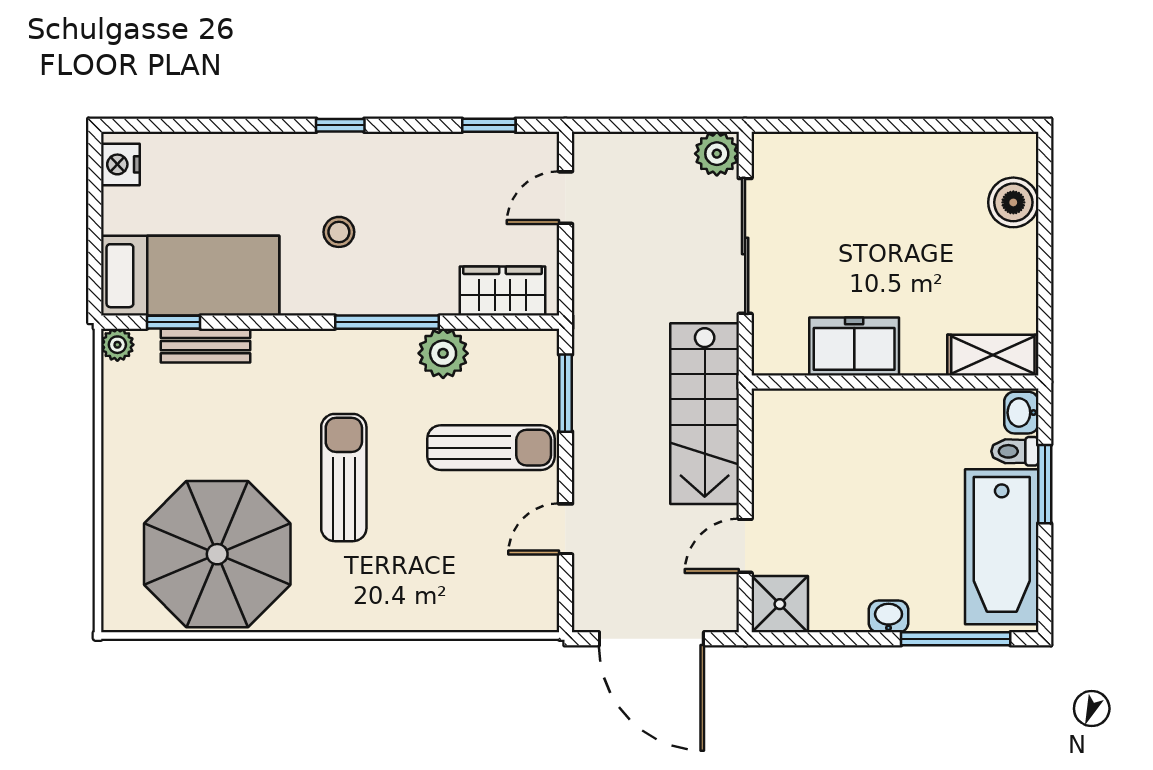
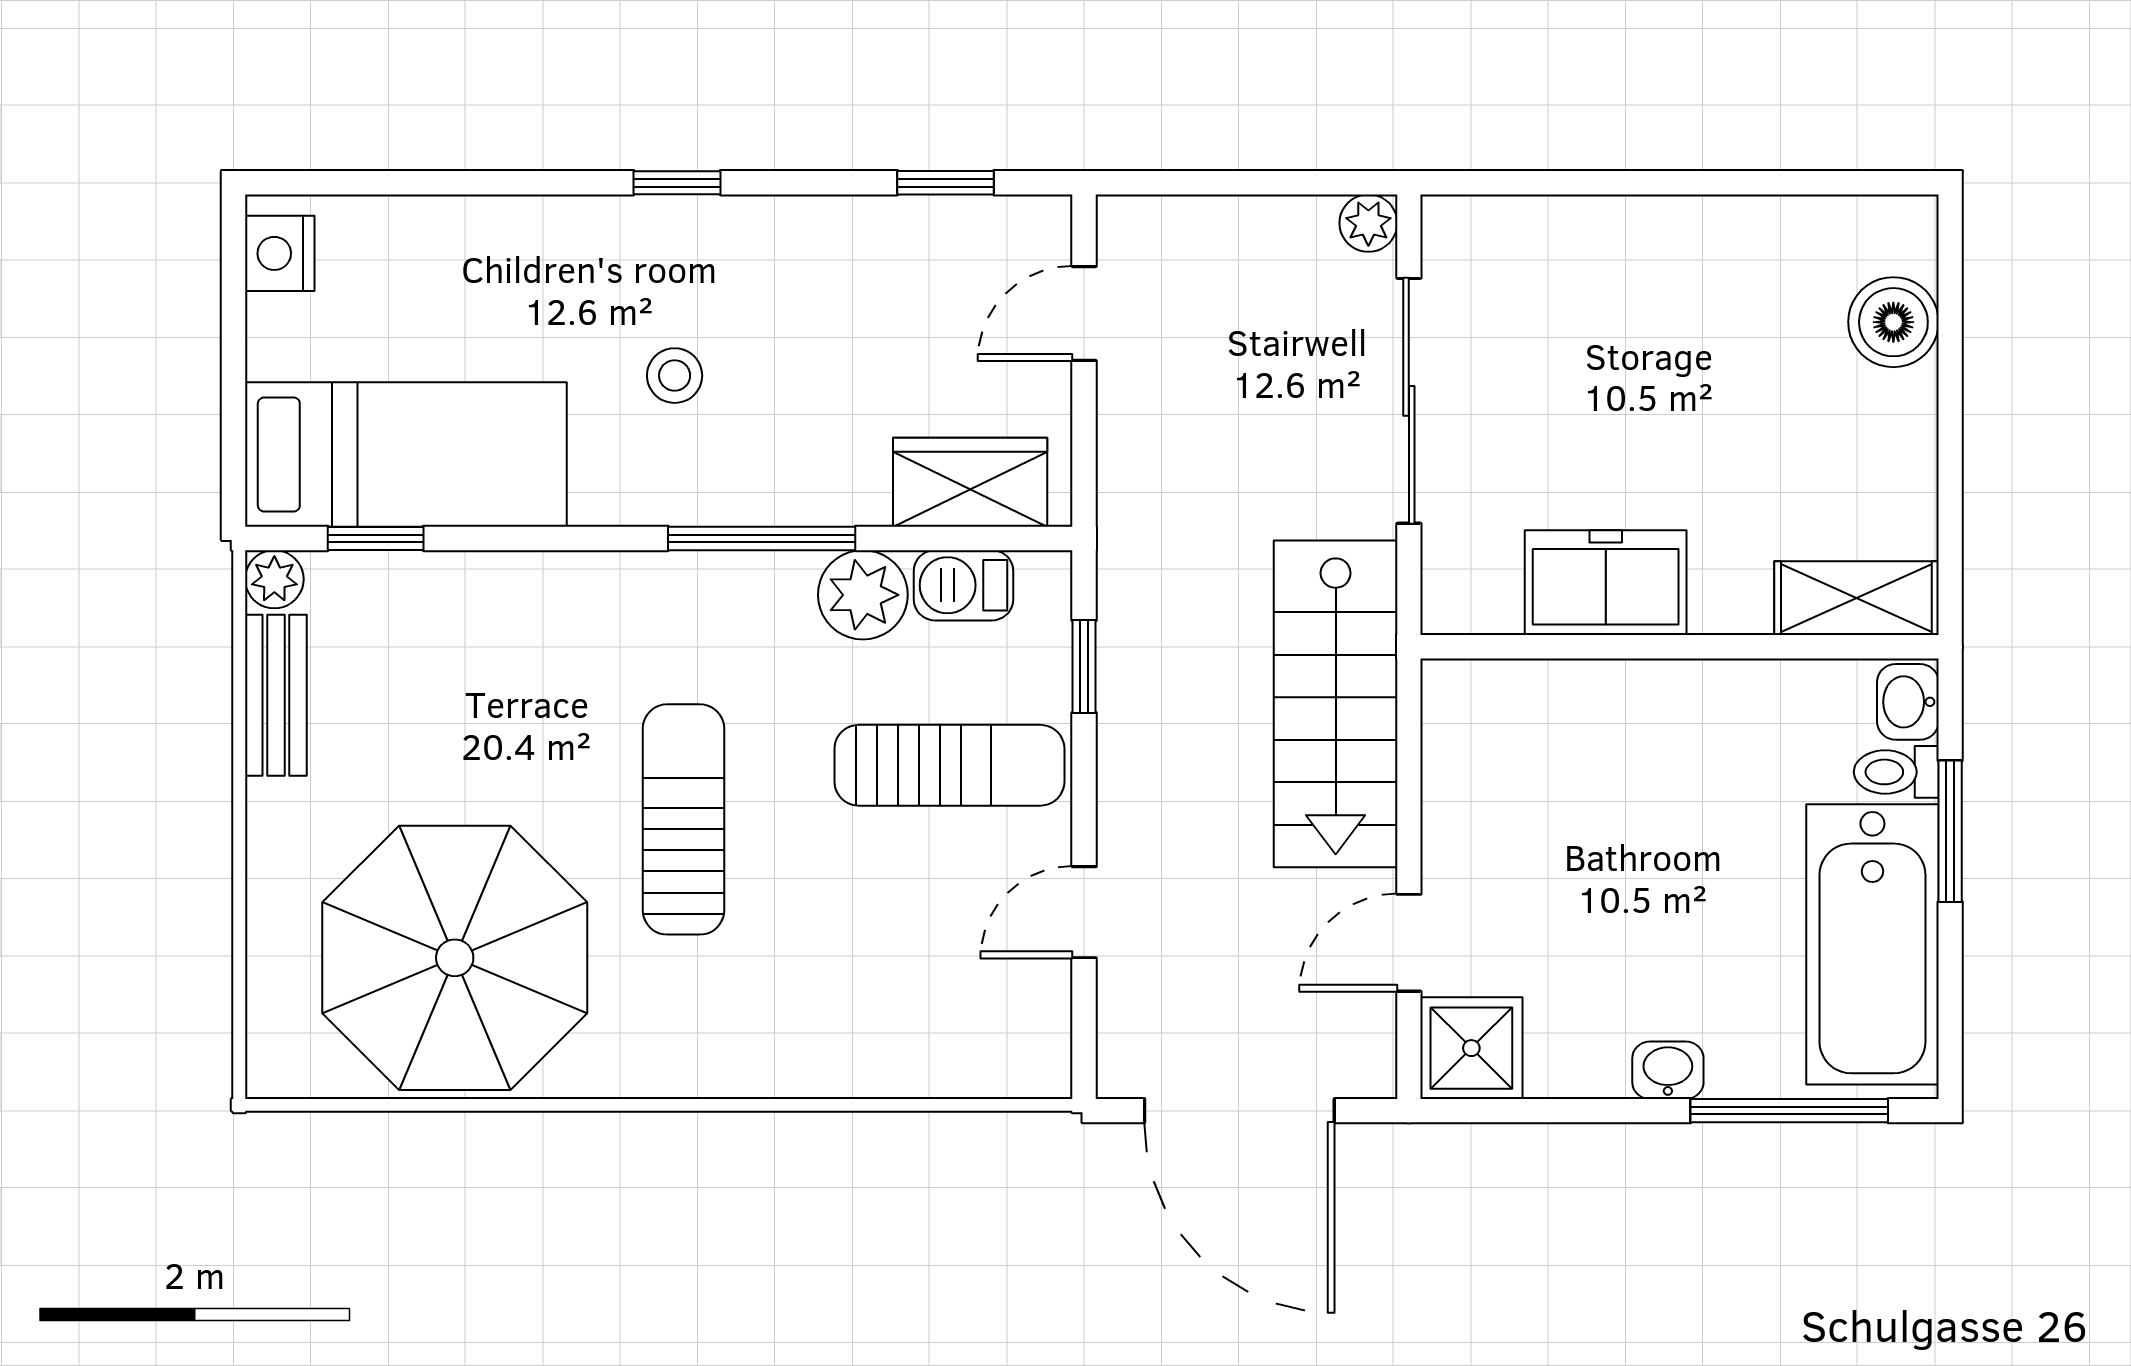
plant: (717, 154) -> (1368, 223), width x0.73, depth x0.73
bench: (205, 346) -> (276, 695), moved, turned 90
barbecue: (499, 348) -> (963, 585), added
window: (565, 393) -> (1084, 667), width x0.67

